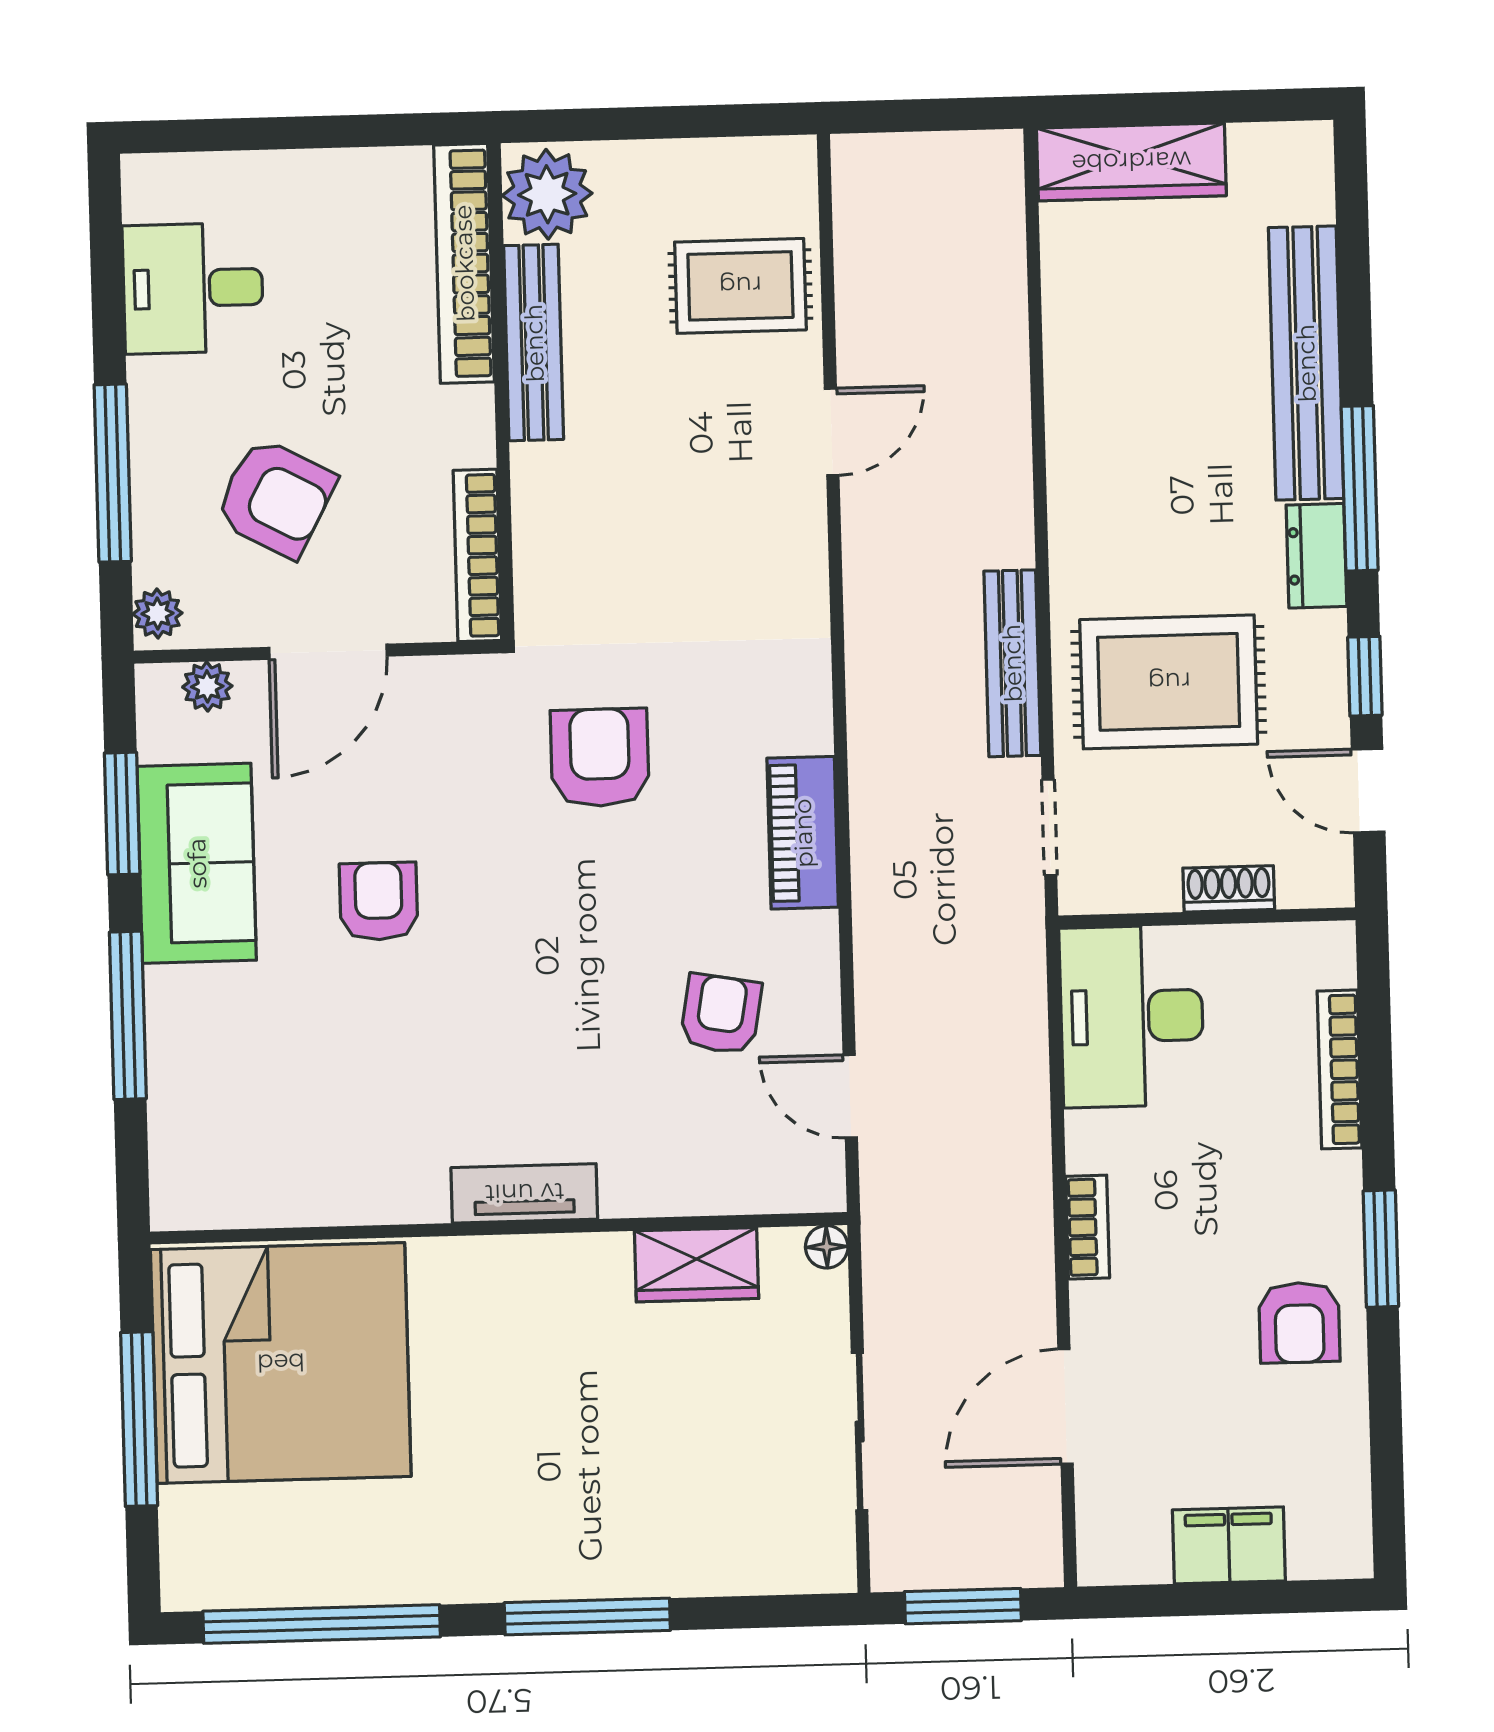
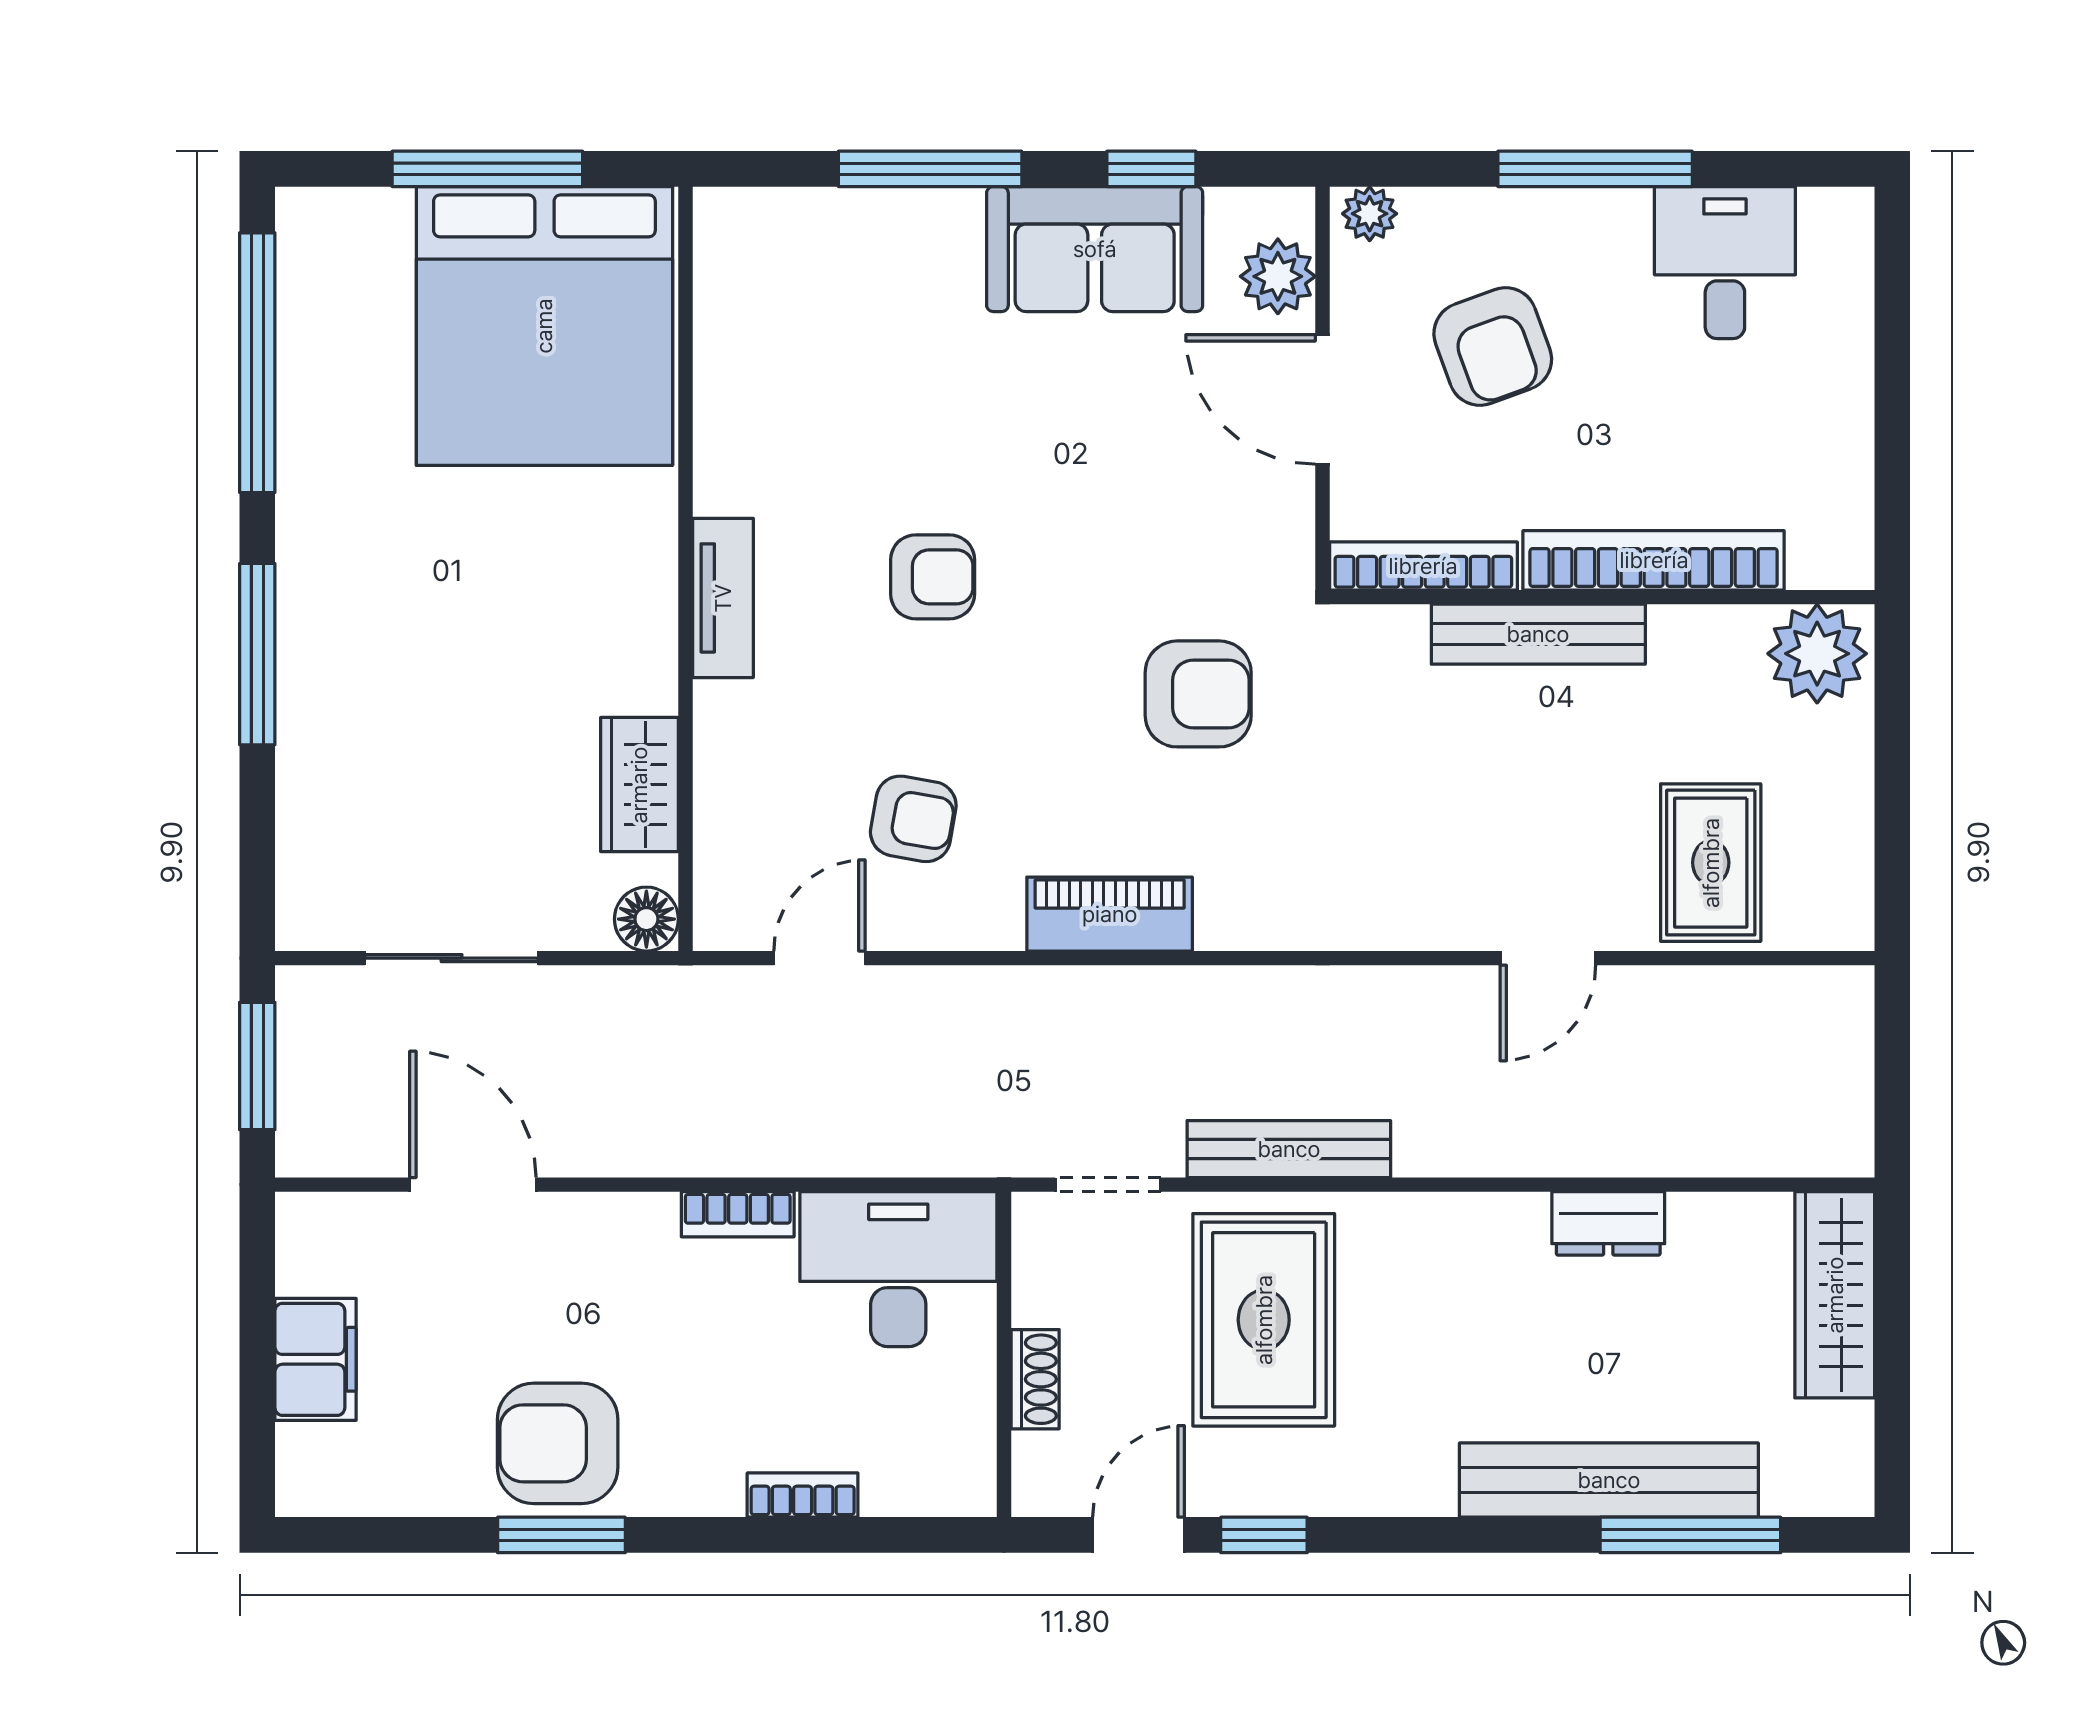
bookcase: (464, 263) -> (1654, 560), moved
bench: (534, 343) -> (1538, 634), moved
door: (832, 432) -> (1548, 958), hinge flipped
window: (113, 473) -> (1595, 169), moved
window: (1360, 488) -> (1690, 1535), moved
armchair: (275, 498) -> (1493, 346), turned -48
dresser: (1316, 556) -> (1608, 1223), moved, turned 180
plant: (207, 686) -> (1278, 276), width x1.38, depth x1.38
window: (122, 814) -> (1151, 169), width x0.67
armchair: (379, 901) -> (933, 577), moved
bookcase: (1339, 1069) -> (803, 1495), width x0.64
bookcase: (1088, 1227) -> (738, 1214), moved
floor lamp: (827, 1247) -> (646, 919), width x1.37, depth x1.37
window: (1381, 1249) -> (561, 1535), moved
armchair: (1299, 1323) -> (558, 1443), width x1.38, depth x1.38

